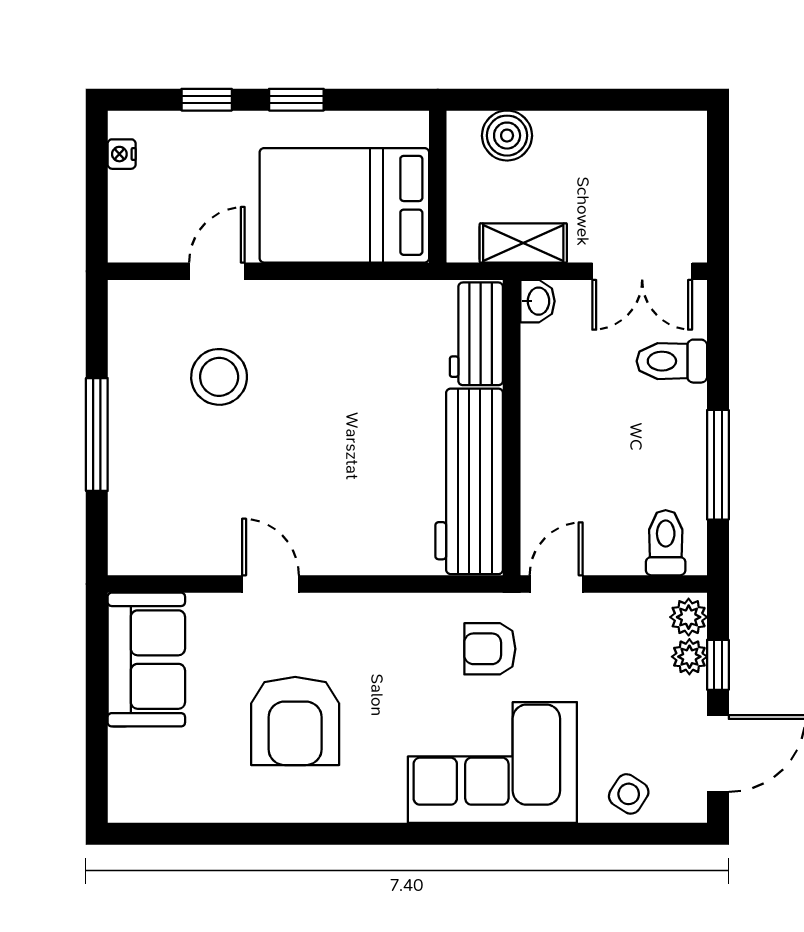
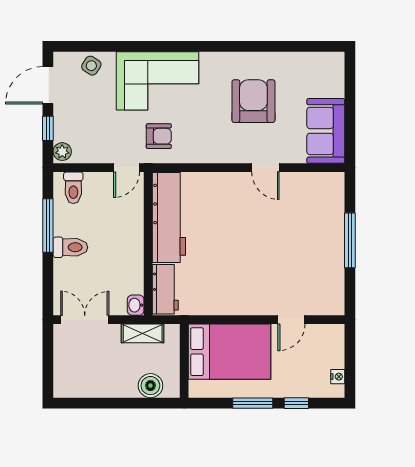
window: (296, 100) -> (253, 403), width x1.50
toilet: (672, 361) -> (70, 247), moved
stool: (219, 377) -> (290, 268), removed
plant: (689, 657) -> (62, 132), removed

